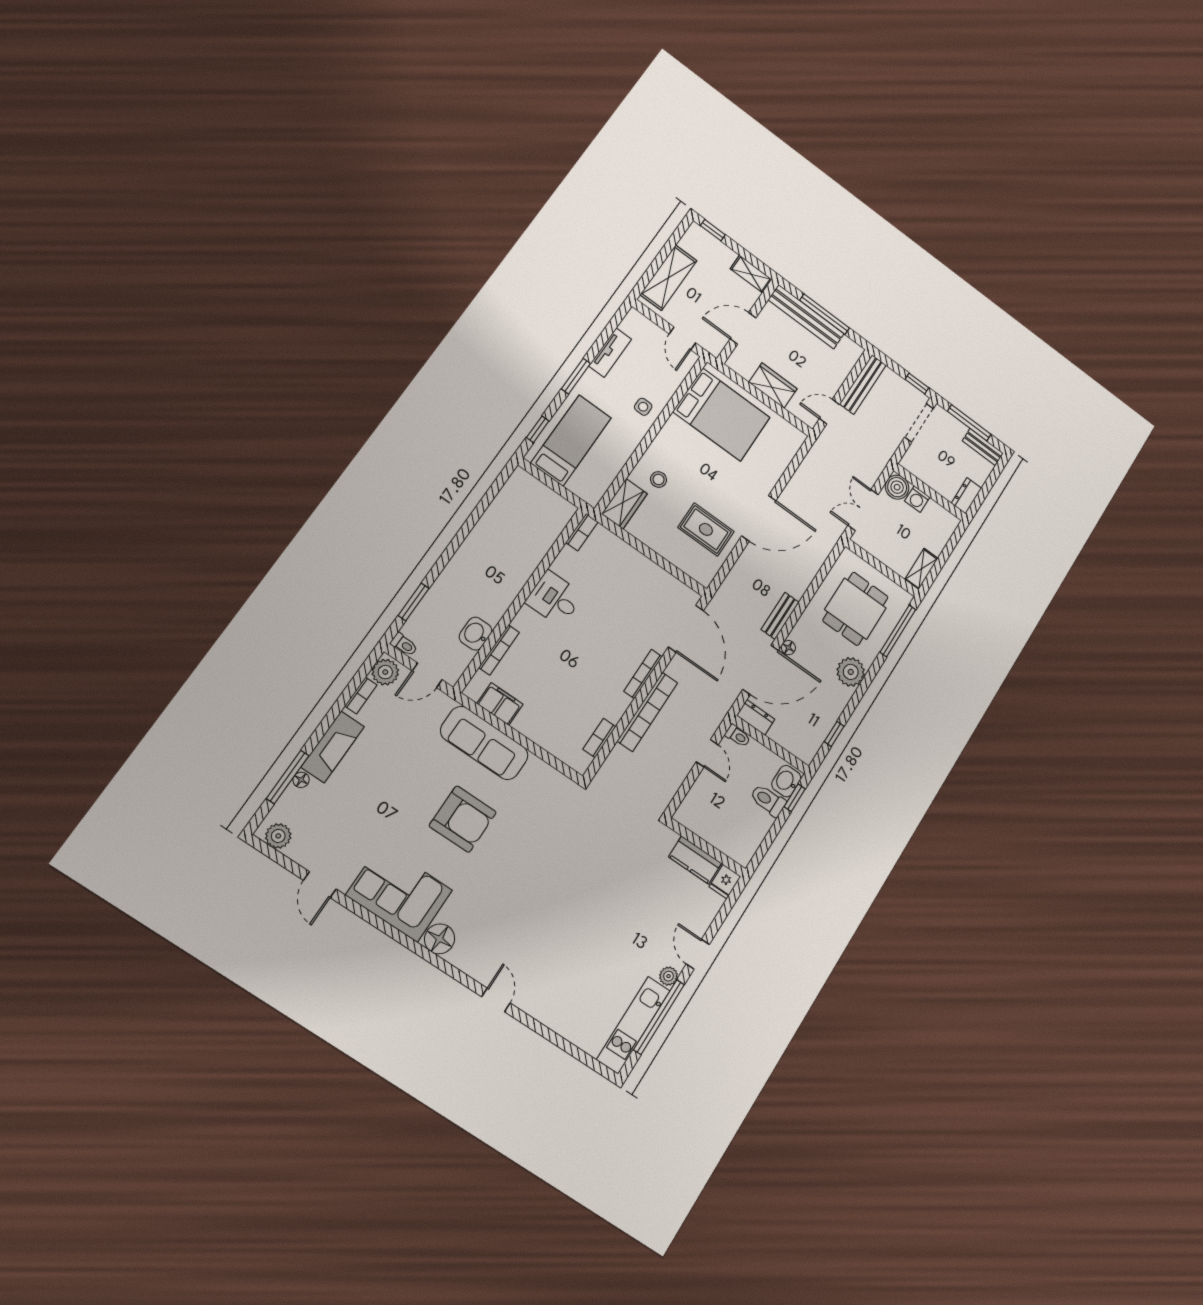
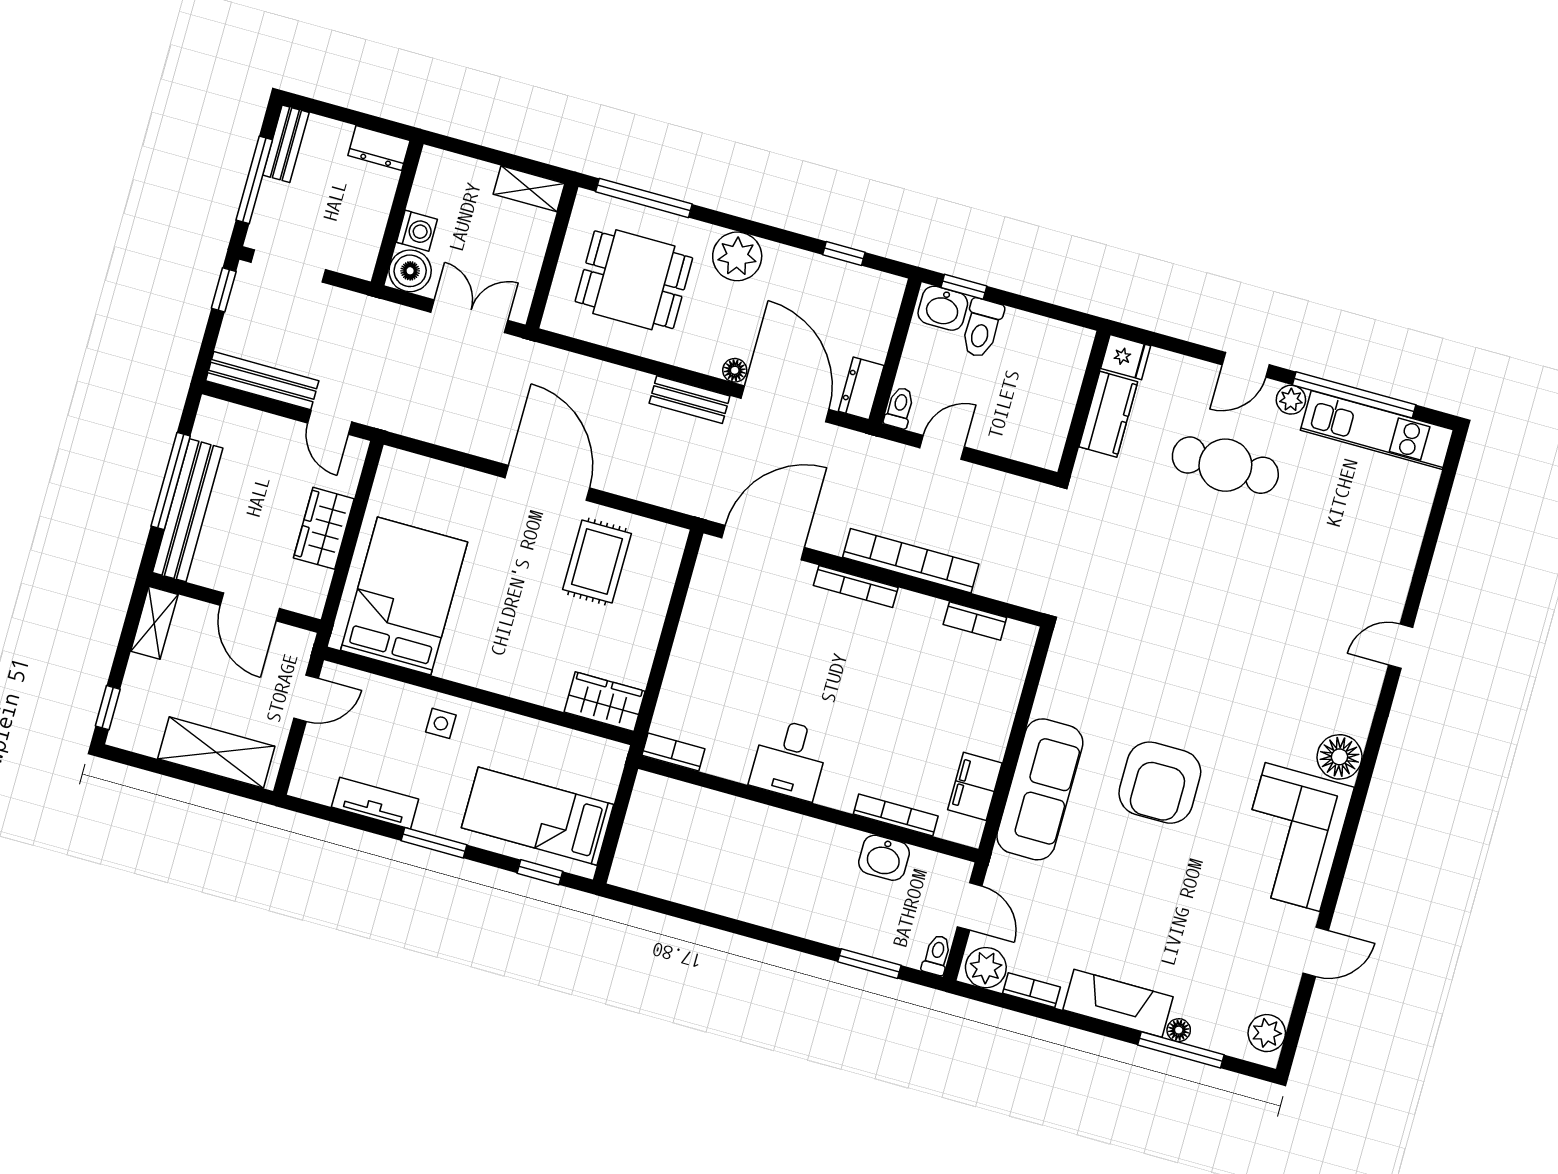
stool: (659, 480) -> (547, 662), removed
double door: (863, 510) -> (469, 316), swing flipped
armchair: (463, 819) -> (1160, 783), turned 180
cafe table: (642, 923) -> (1225, 465), added

